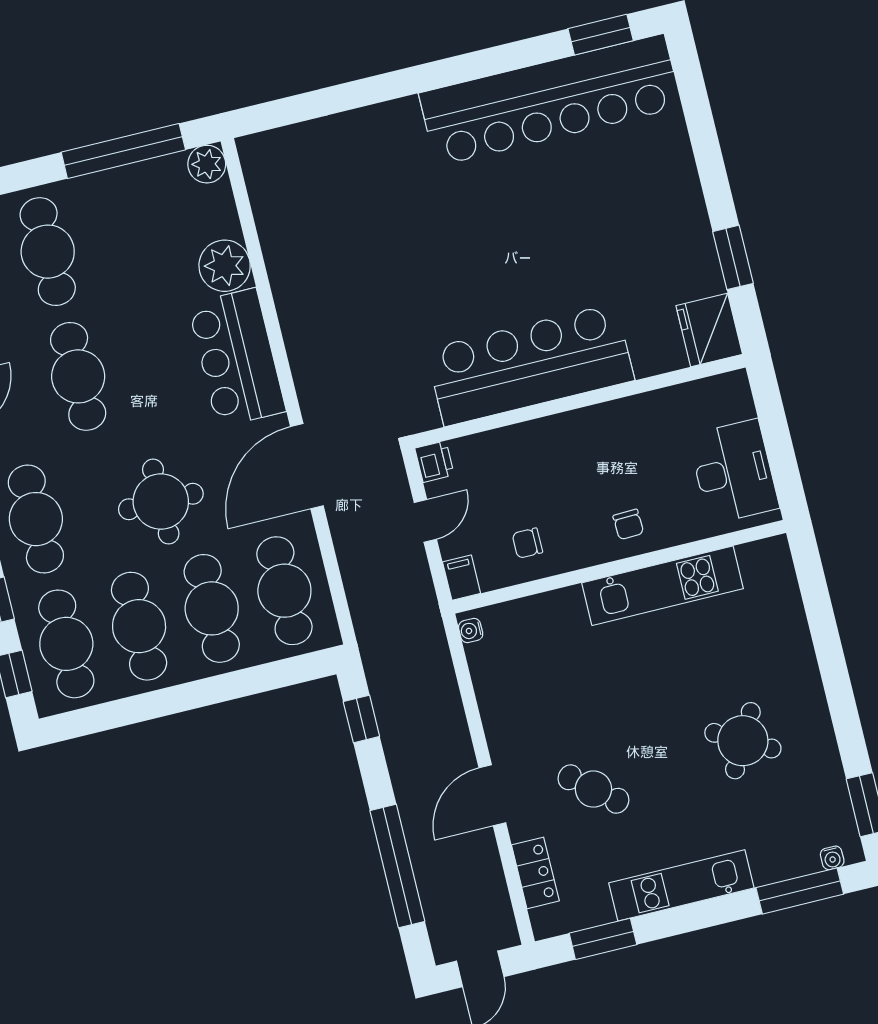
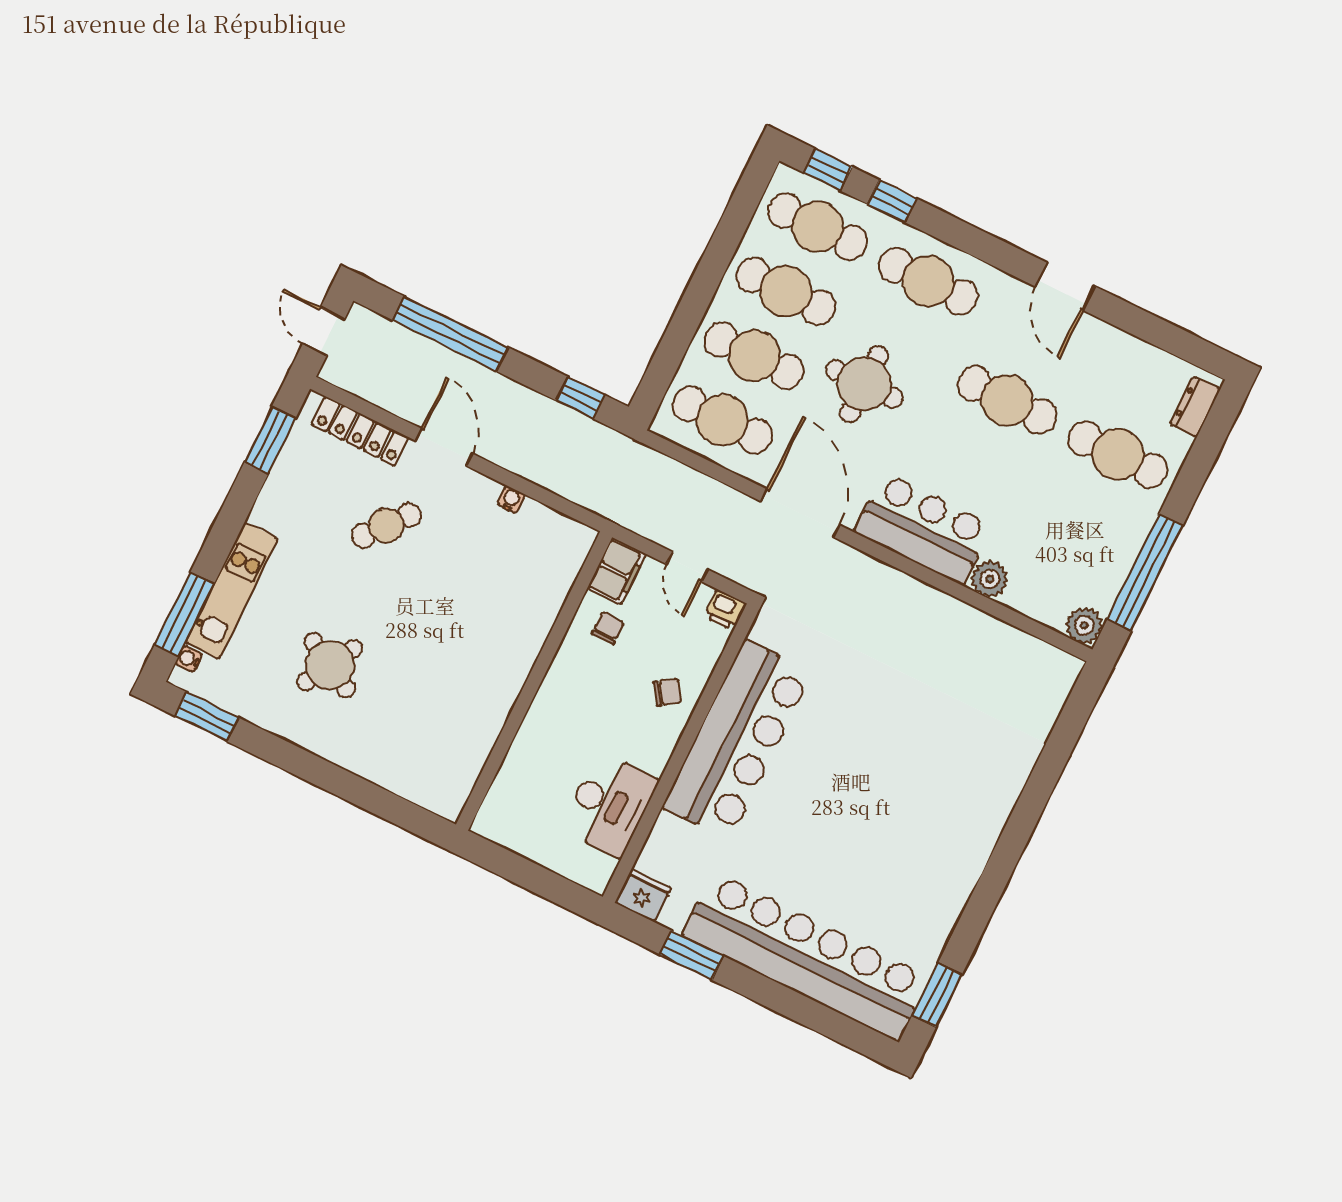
bar counter: (550, 100) -> (806, 956), moved, turned 90
plant: (225, 266) -> (990, 579), width x0.73, depth x0.73
fridge: (709, 330) -> (643, 895), width x0.73, depth x0.75
desk: (734, 472) -> (609, 805), moved, turned -90
chair: (628, 524) -> (667, 692), moved, turned 147
filing cabinet: (462, 578) -> (617, 571), width x2.00
kitchen unit: (663, 586) -> (493, 701), removed
water cooler: (471, 631) -> (511, 499), moved
locker: (535, 873) -> (360, 431), width x1.53
kitchen unit: (681, 885) -> (232, 591), moved

